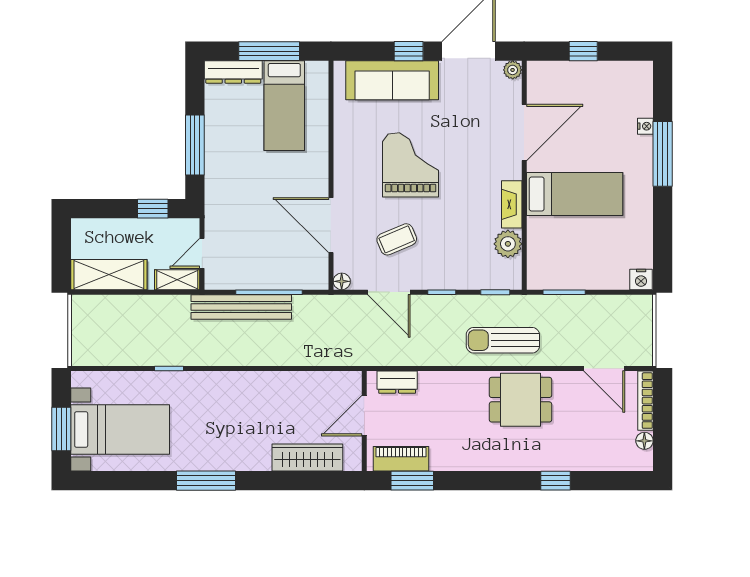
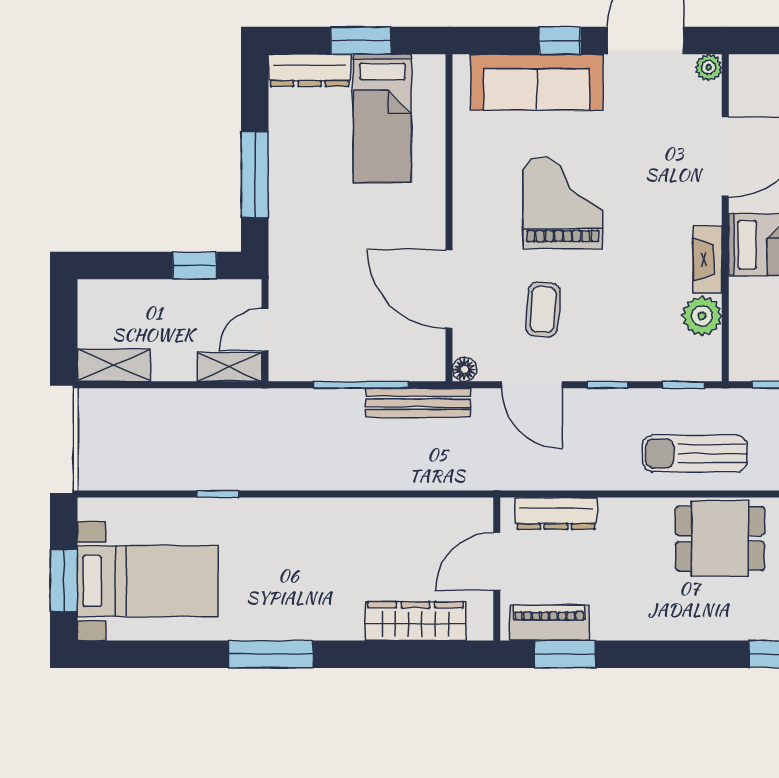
window: (269, 51) -> (361, 40), width x0.69
coffee table: (397, 239) -> (543, 309), turned -63
shelving: (109, 275) -> (114, 365), width x0.67, depth x0.75
bench: (241, 307) -> (418, 403), moved, width x0.73, depth x0.82
dresser: (397, 382) -> (556, 513), width x1.44

